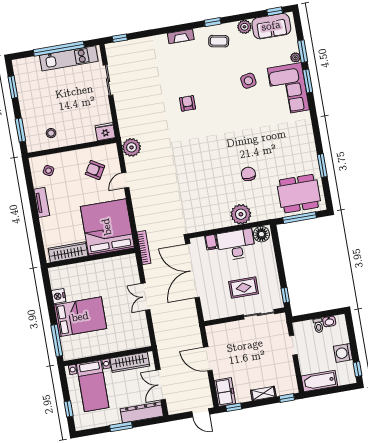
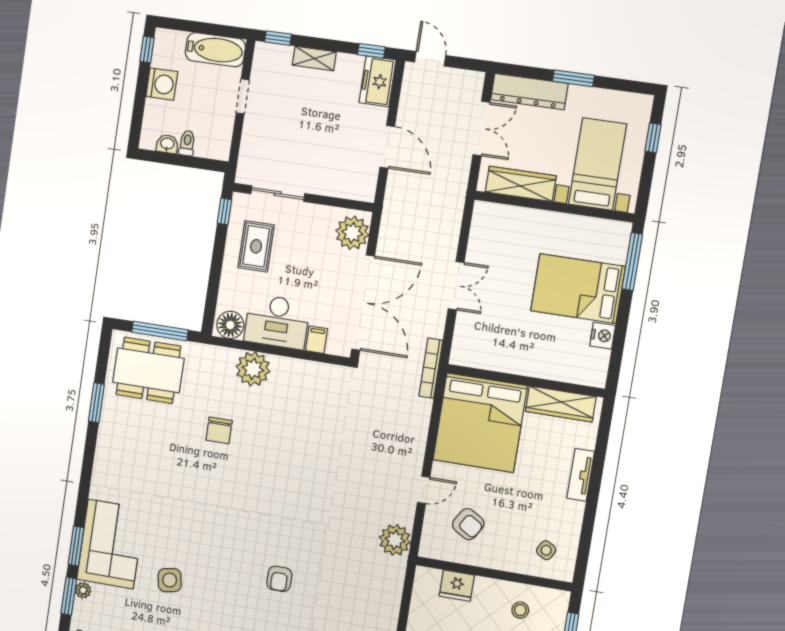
fridge: (105, 132) -> (457, 586), moved
tv unit: (42, 202) -> (581, 475), moved
rug: (244, 288) -> (256, 246), moved, turned 90
plant: (211, 307) -> (352, 233), added
doorway: (293, 345) -> (243, 96), moved

